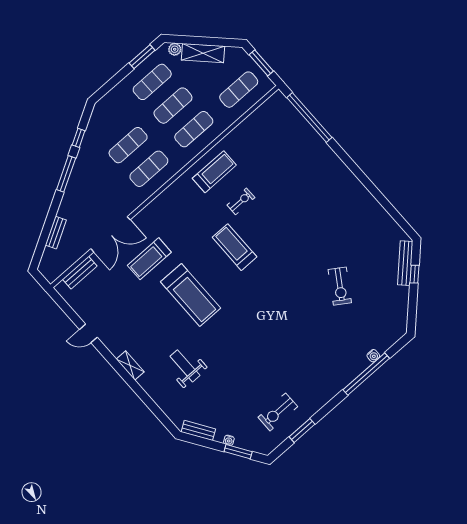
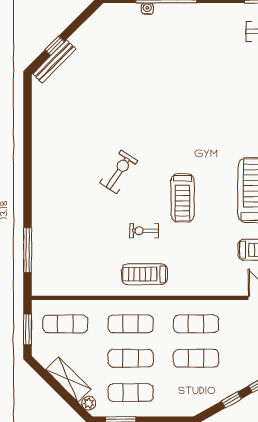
window: (309, 117) -> (28, 250), width x0.68
exercise bike: (340, 286) -> (119, 172), moved

